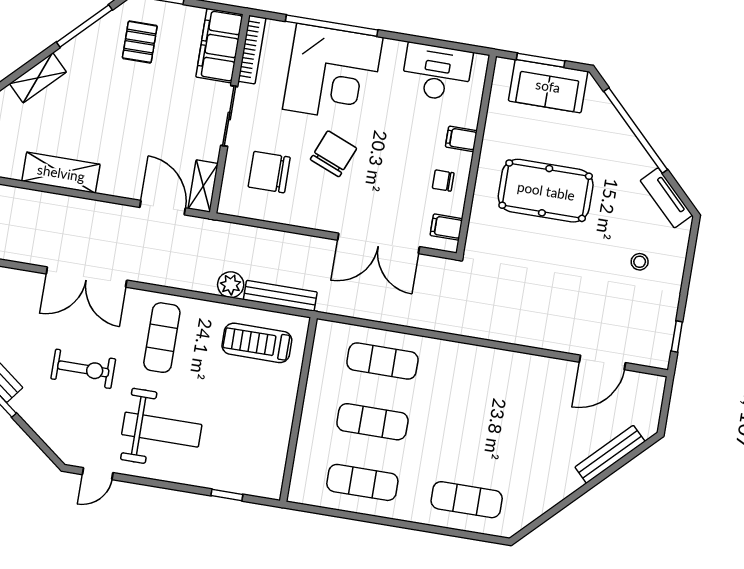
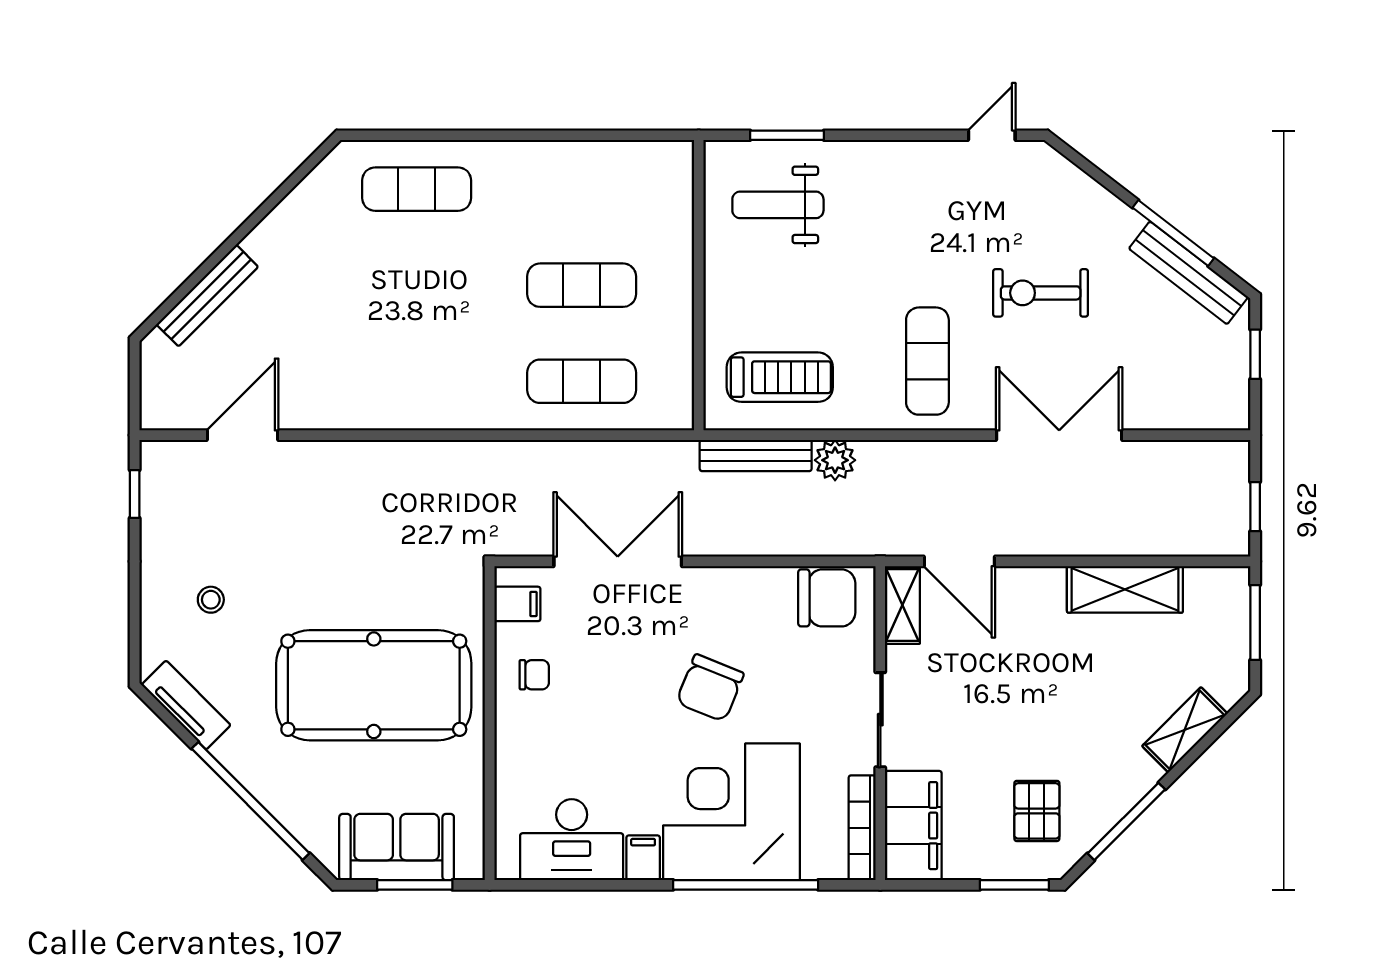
filing cabinet: (461, 139) -> (643, 858), moved, turned -90
chair: (269, 172) -> (827, 598), moved
pool table: (546, 191) -> (374, 685), width x1.36, depth x1.32
weight bench: (162, 430) -> (778, 205), moved, width x0.73, depth x0.75
exercise mat: (362, 482) -> (582, 189), removed
window: (227, 495) -> (787, 135), width x1.50

